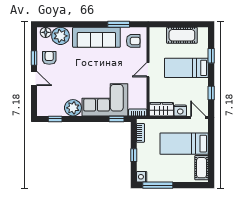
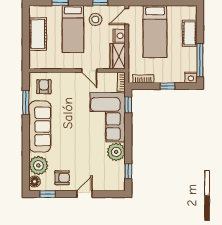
window: (34, 58) -> (48, 194), moved
armchair: (49, 58) -> (62, 178), turned 180
door: (148, 70) -> (89, 71), moved
stool: (195, 89) -> (95, 19), added
cot: (202, 168) -> (190, 33), moved, turned 90

